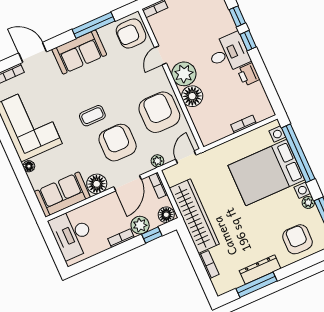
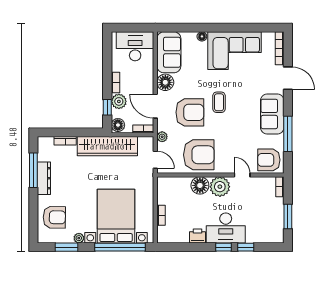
armchair: (131, 33) -> (269, 160), turned -90
door: (33, 52) -> (288, 78), hinge flipped
desk: (229, 53) -> (226, 228), width x1.37

